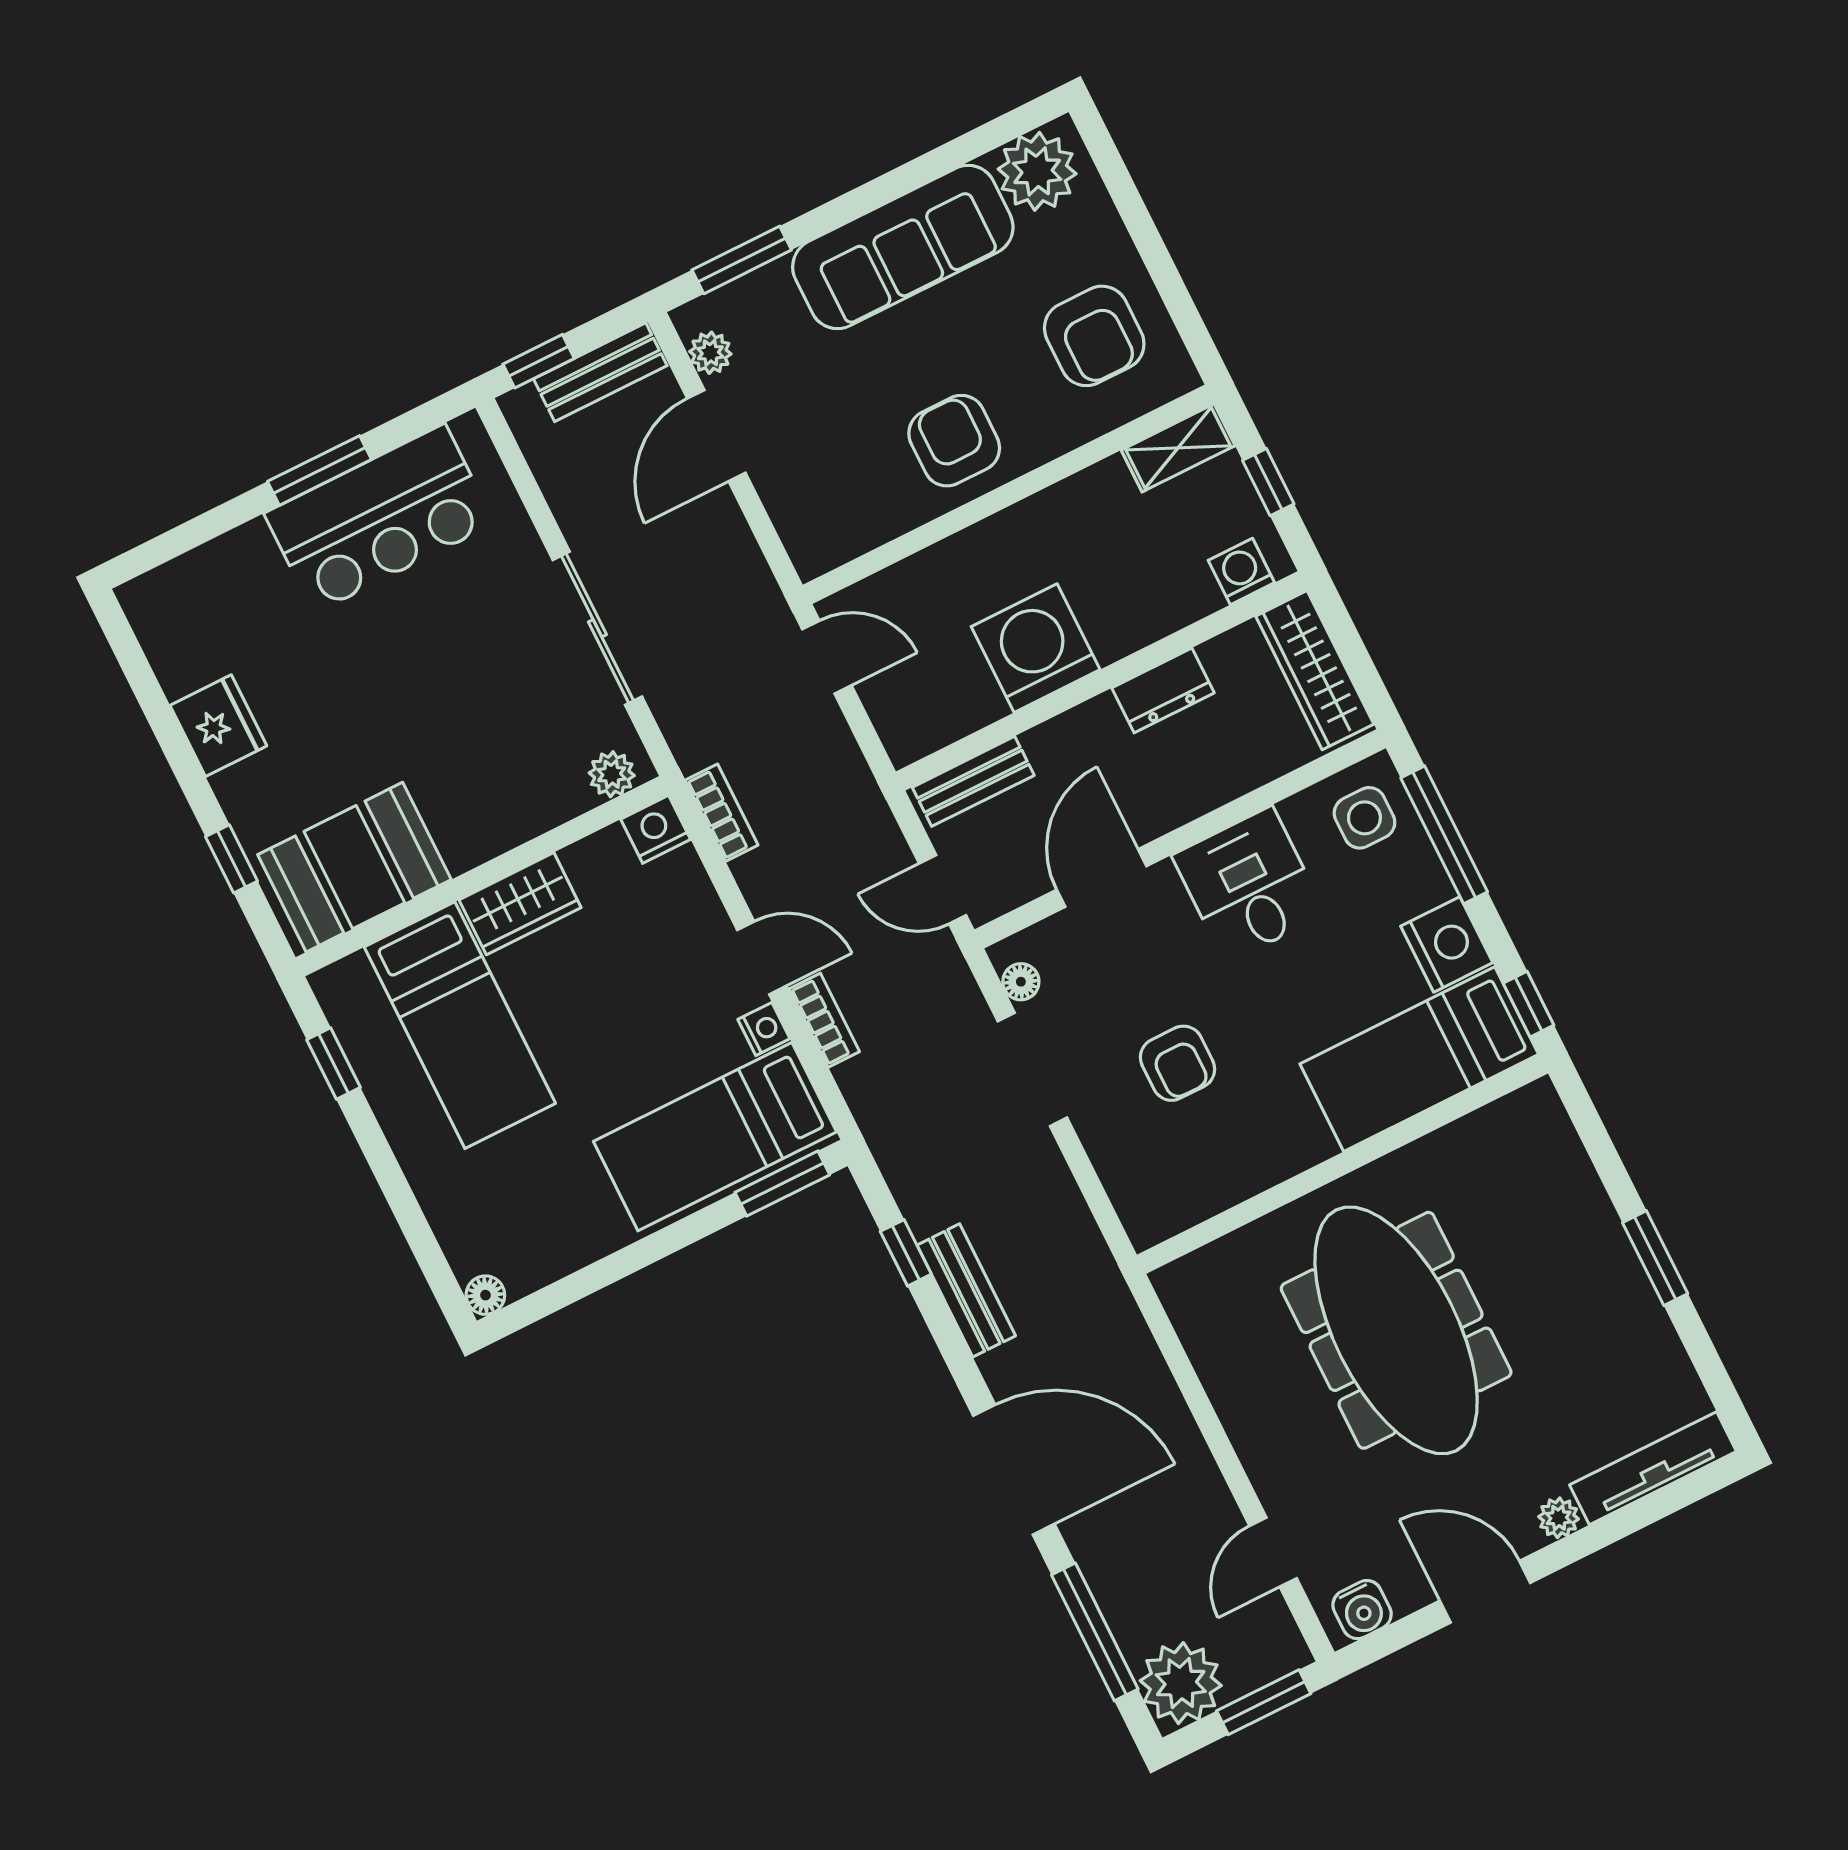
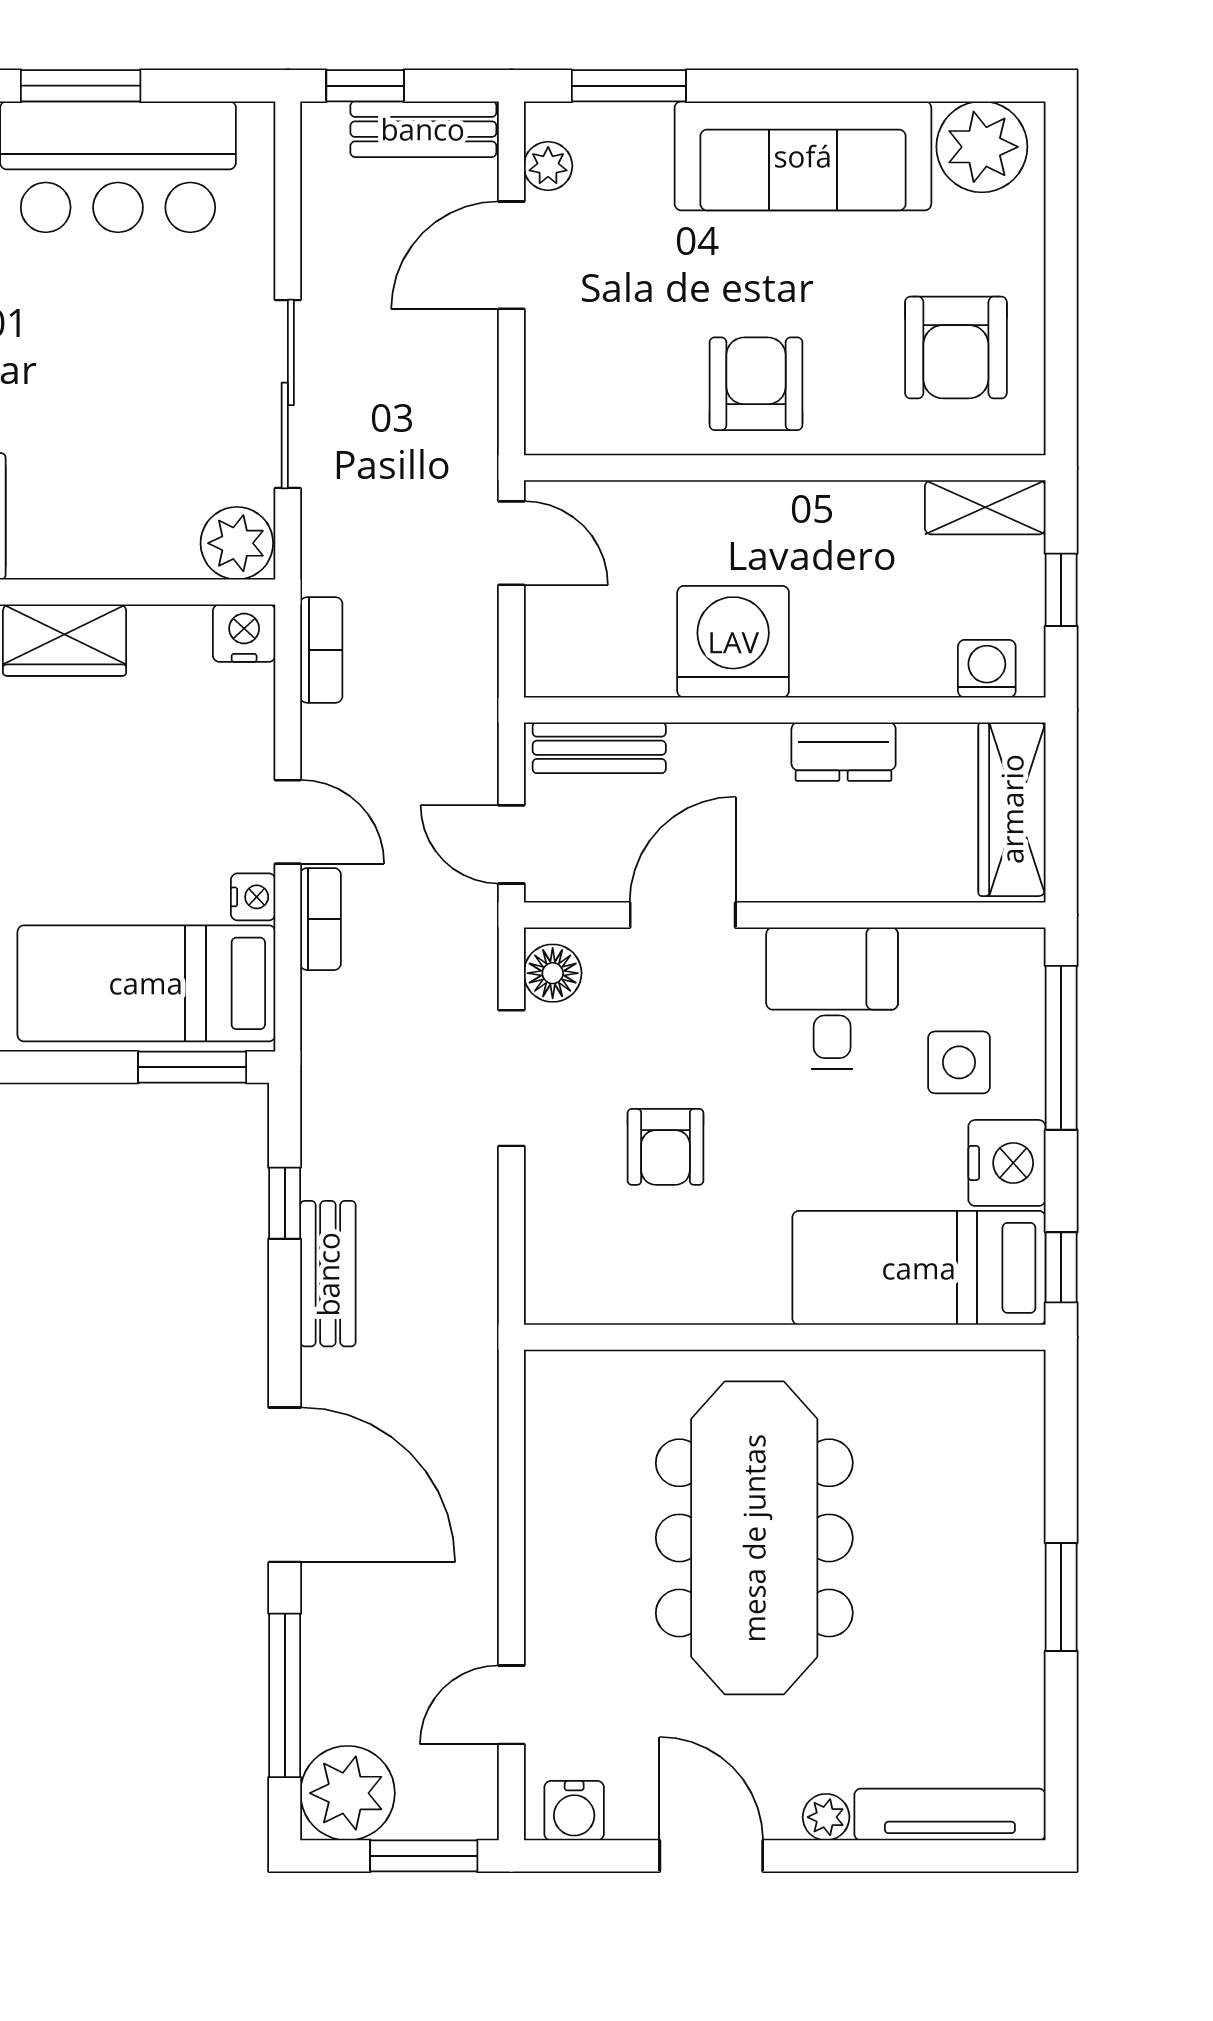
plant: (612, 774) -> (237, 543), width x1.38, depth x1.38
side table: (1364, 818) -> (959, 1062), moved
floor lamp: (1021, 982) -> (553, 973), width x1.37, depth x1.37

